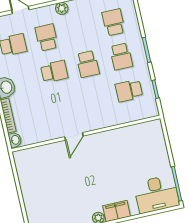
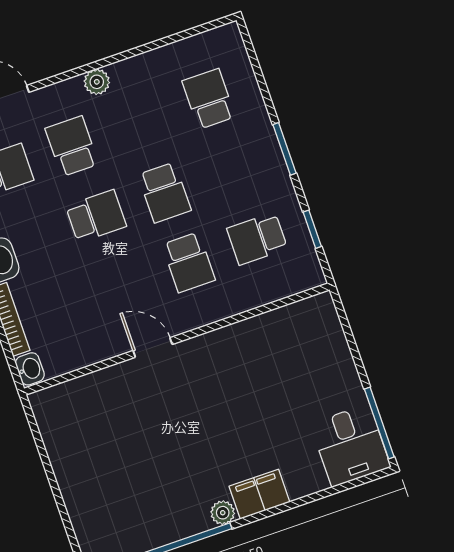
school desk: (121, 56) -> (189, 262), moved
door: (74, 136) -> (153, 347), swing flipped
desk: (156, 194) -> (350, 445), width x0.73

